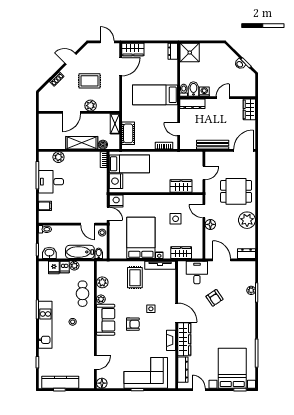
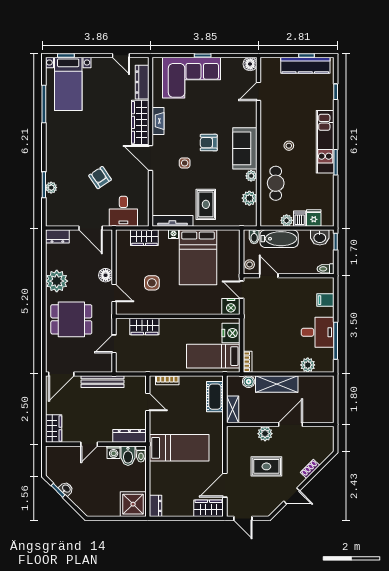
bed with nightstands: (232, 368) -> (68, 84), width x0.73

